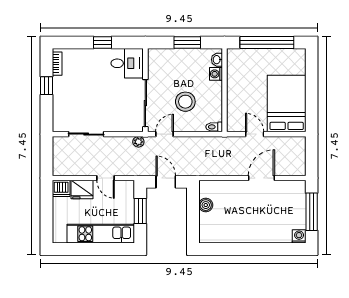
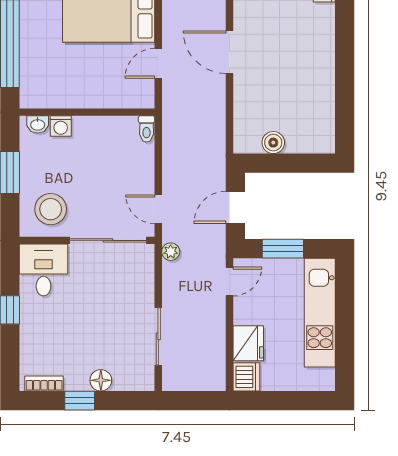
floor lamp: (59, 99) -> (101, 380), added
stool: (185, 102) -> (51, 209), moved
door: (106, 178) -> (229, 281), moved

